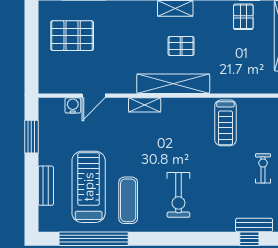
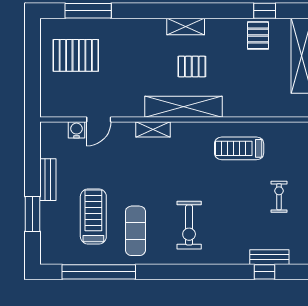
treadmill: (225, 123) -> (239, 148), turned 90
window: (31, 137) -> (33, 214), moved
bench: (46, 186) -> (48, 180), moved
treadmill: (89, 187) -> (93, 216), width x0.73, depth x0.73

